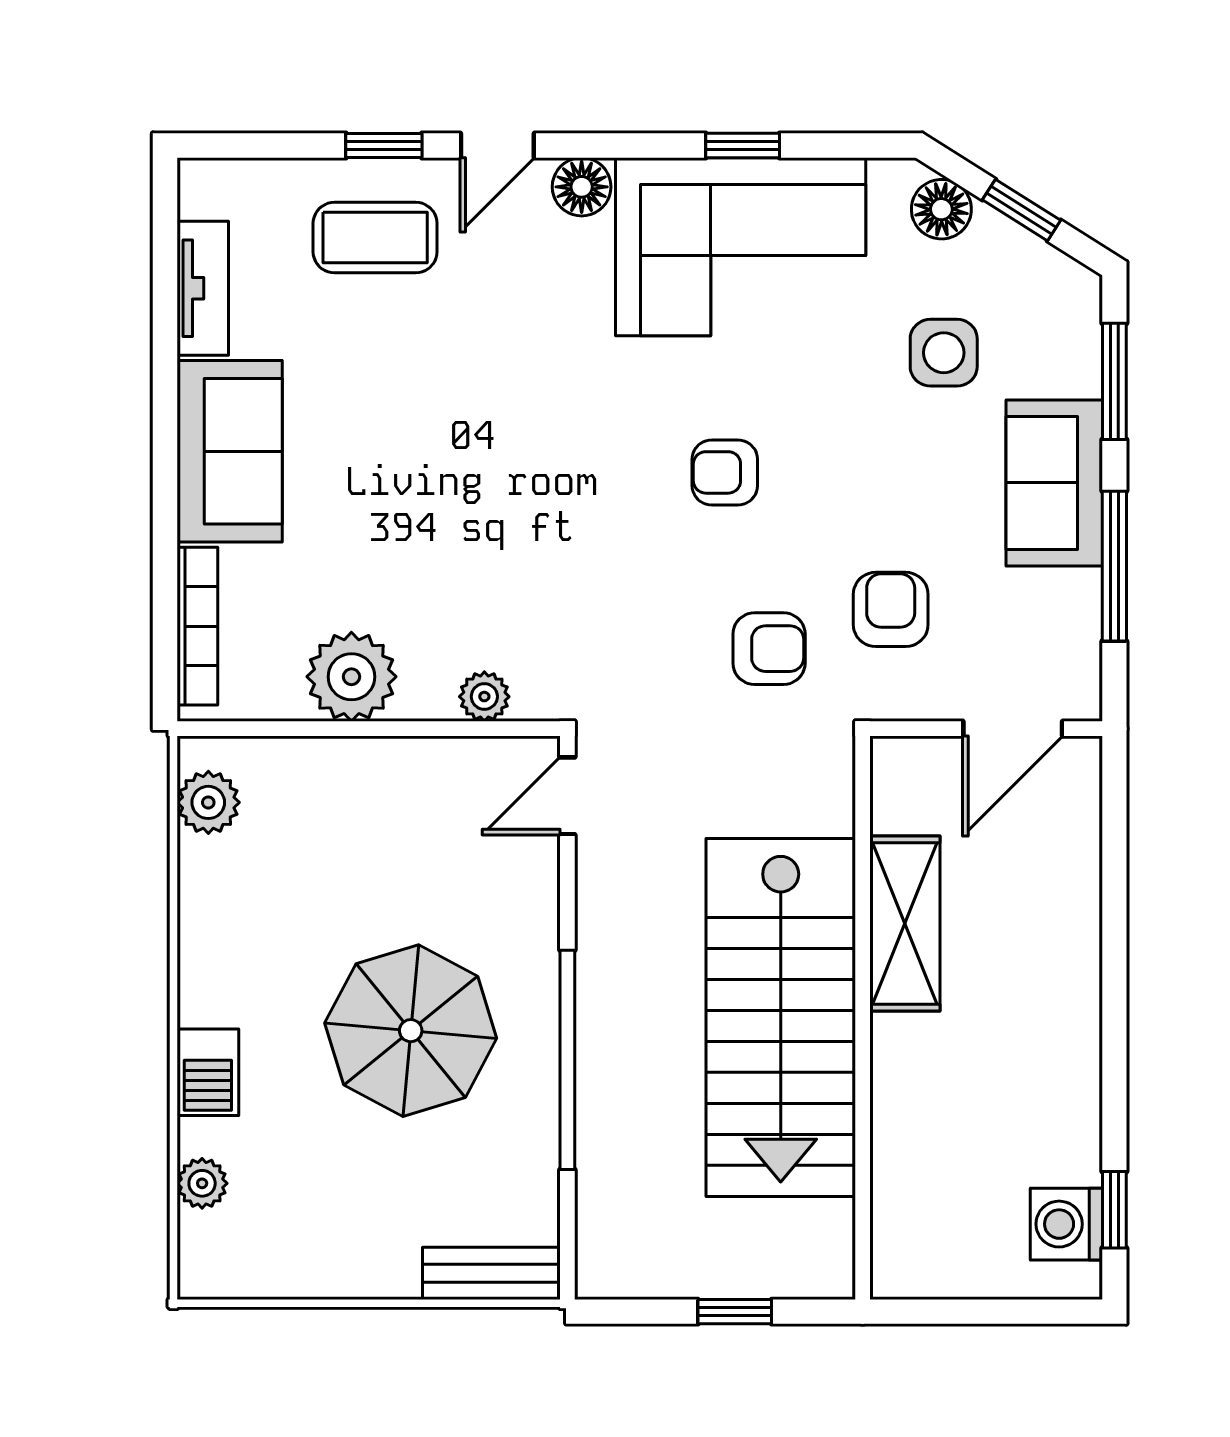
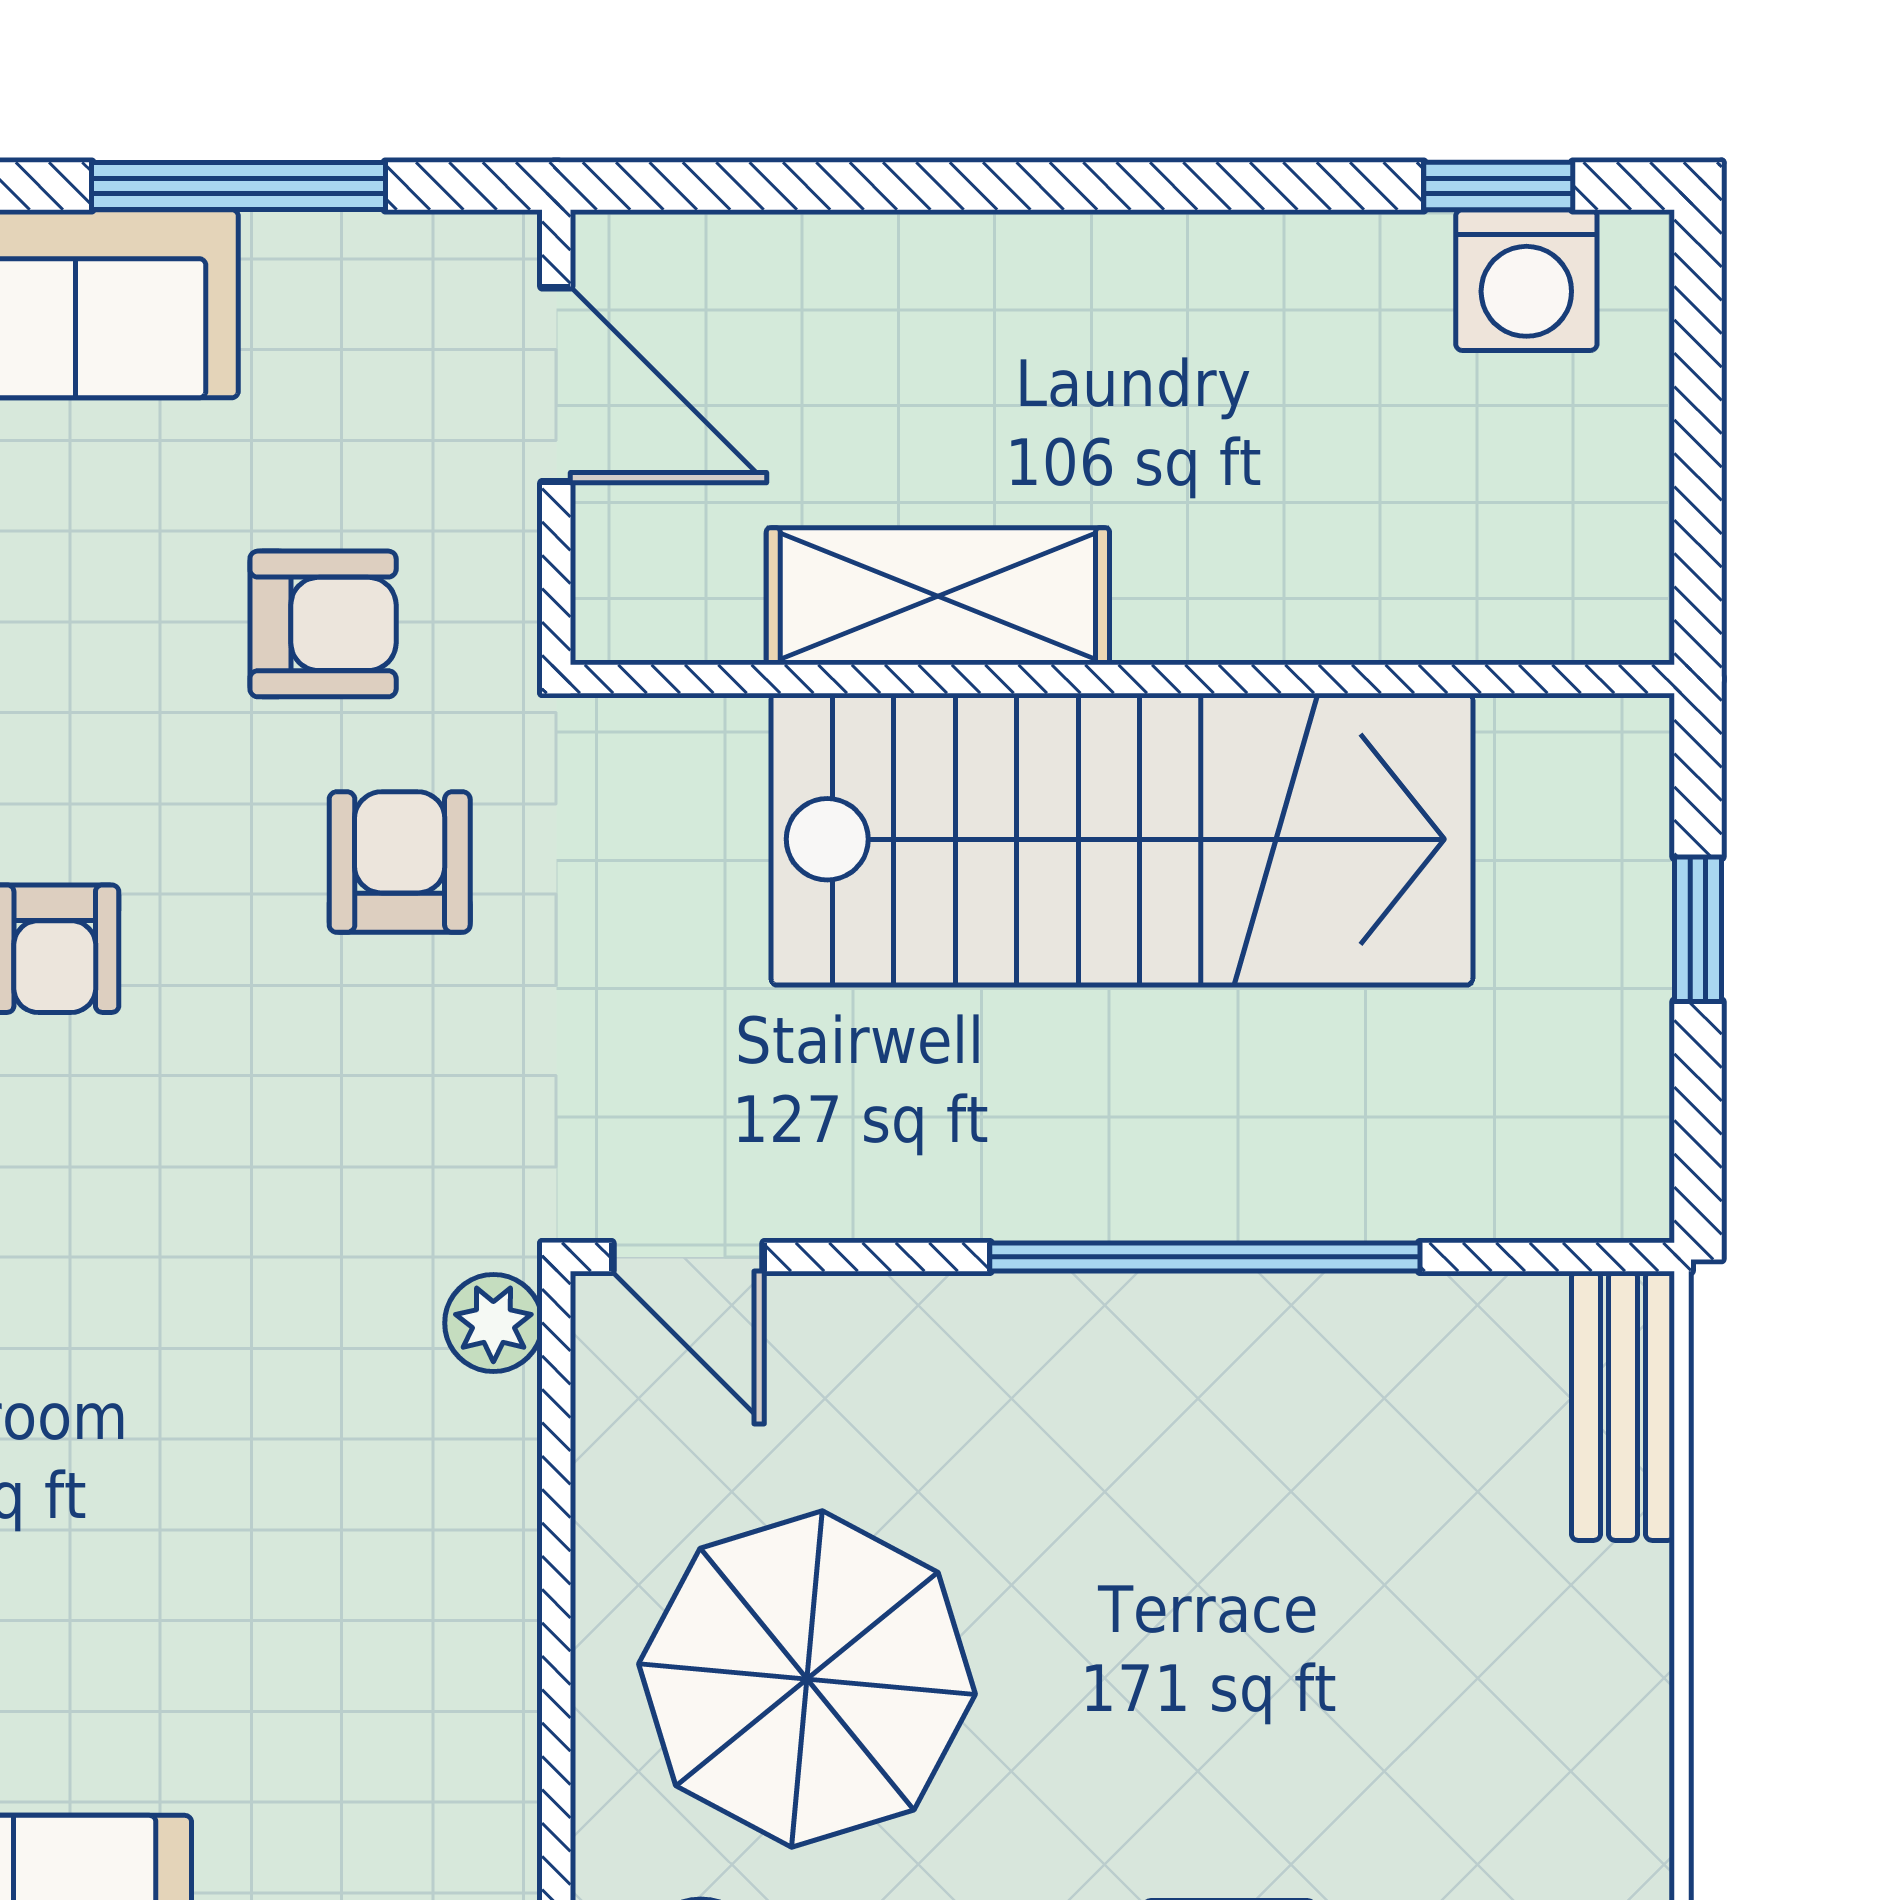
armchair: (891, 609) -> (323, 624), turned 180
plant: (351, 677) -> (455, 1680), removed
plant: (484, 697) -> (493, 1323), moved
parasol: (411, 1031) -> (807, 1679), moved

